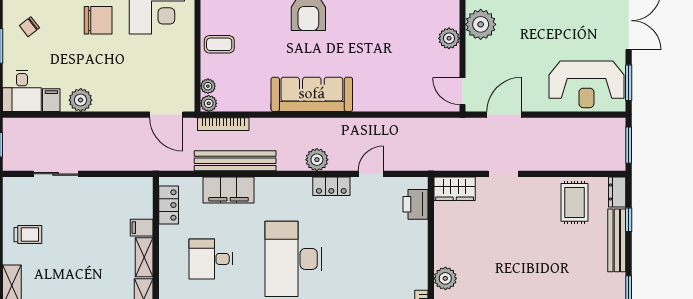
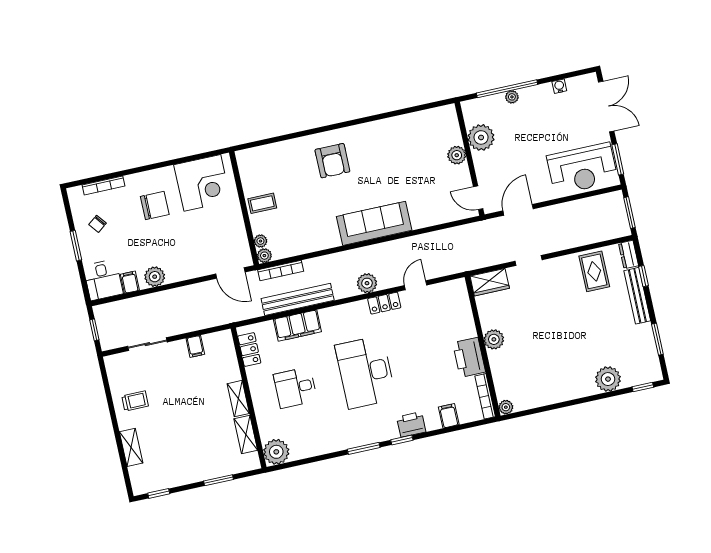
sofa: (312, 94) -> (374, 223), moved
printer: (415, 204) -> (469, 357), moved, width x1.37, depth x1.19
filing cabinet: (142, 228) -> (195, 346), moved, turned -90
plant: (445, 278) -> (494, 339), moved

